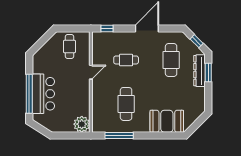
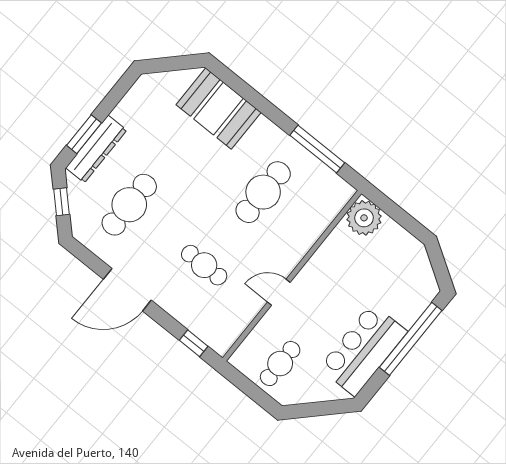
bar counter: (43, 94) -> (363, 350), moved

